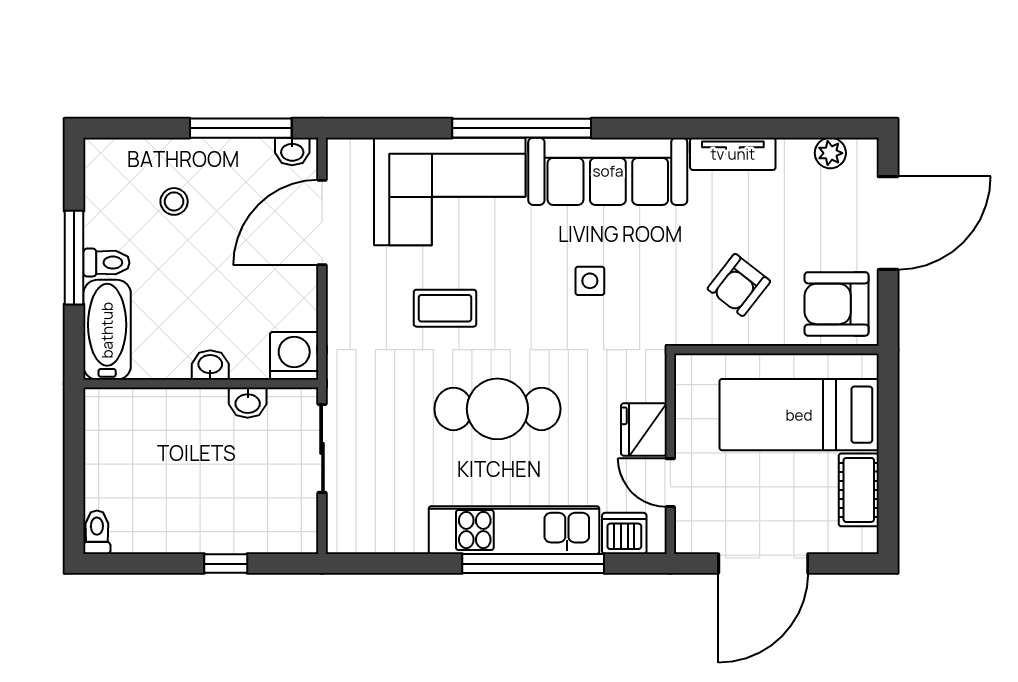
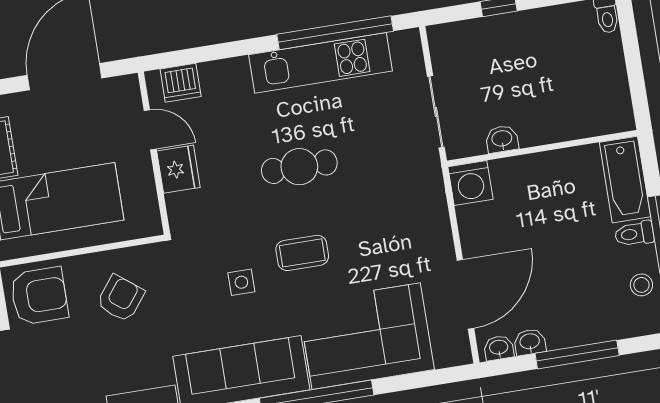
window: (241, 128) -> (577, 354), moved
stool: (174, 201) -> (641, 285), moved
coffee table: (445, 308) -> (302, 253), moved
washbasin: (210, 365) -> (530, 342), moved, turned 180
cafe table: (497, 409) -> (299, 167), width x0.73, depth x0.74
kitchen unit: (514, 530) -> (321, 63), moved
window: (533, 564) -> (335, 33), moved

